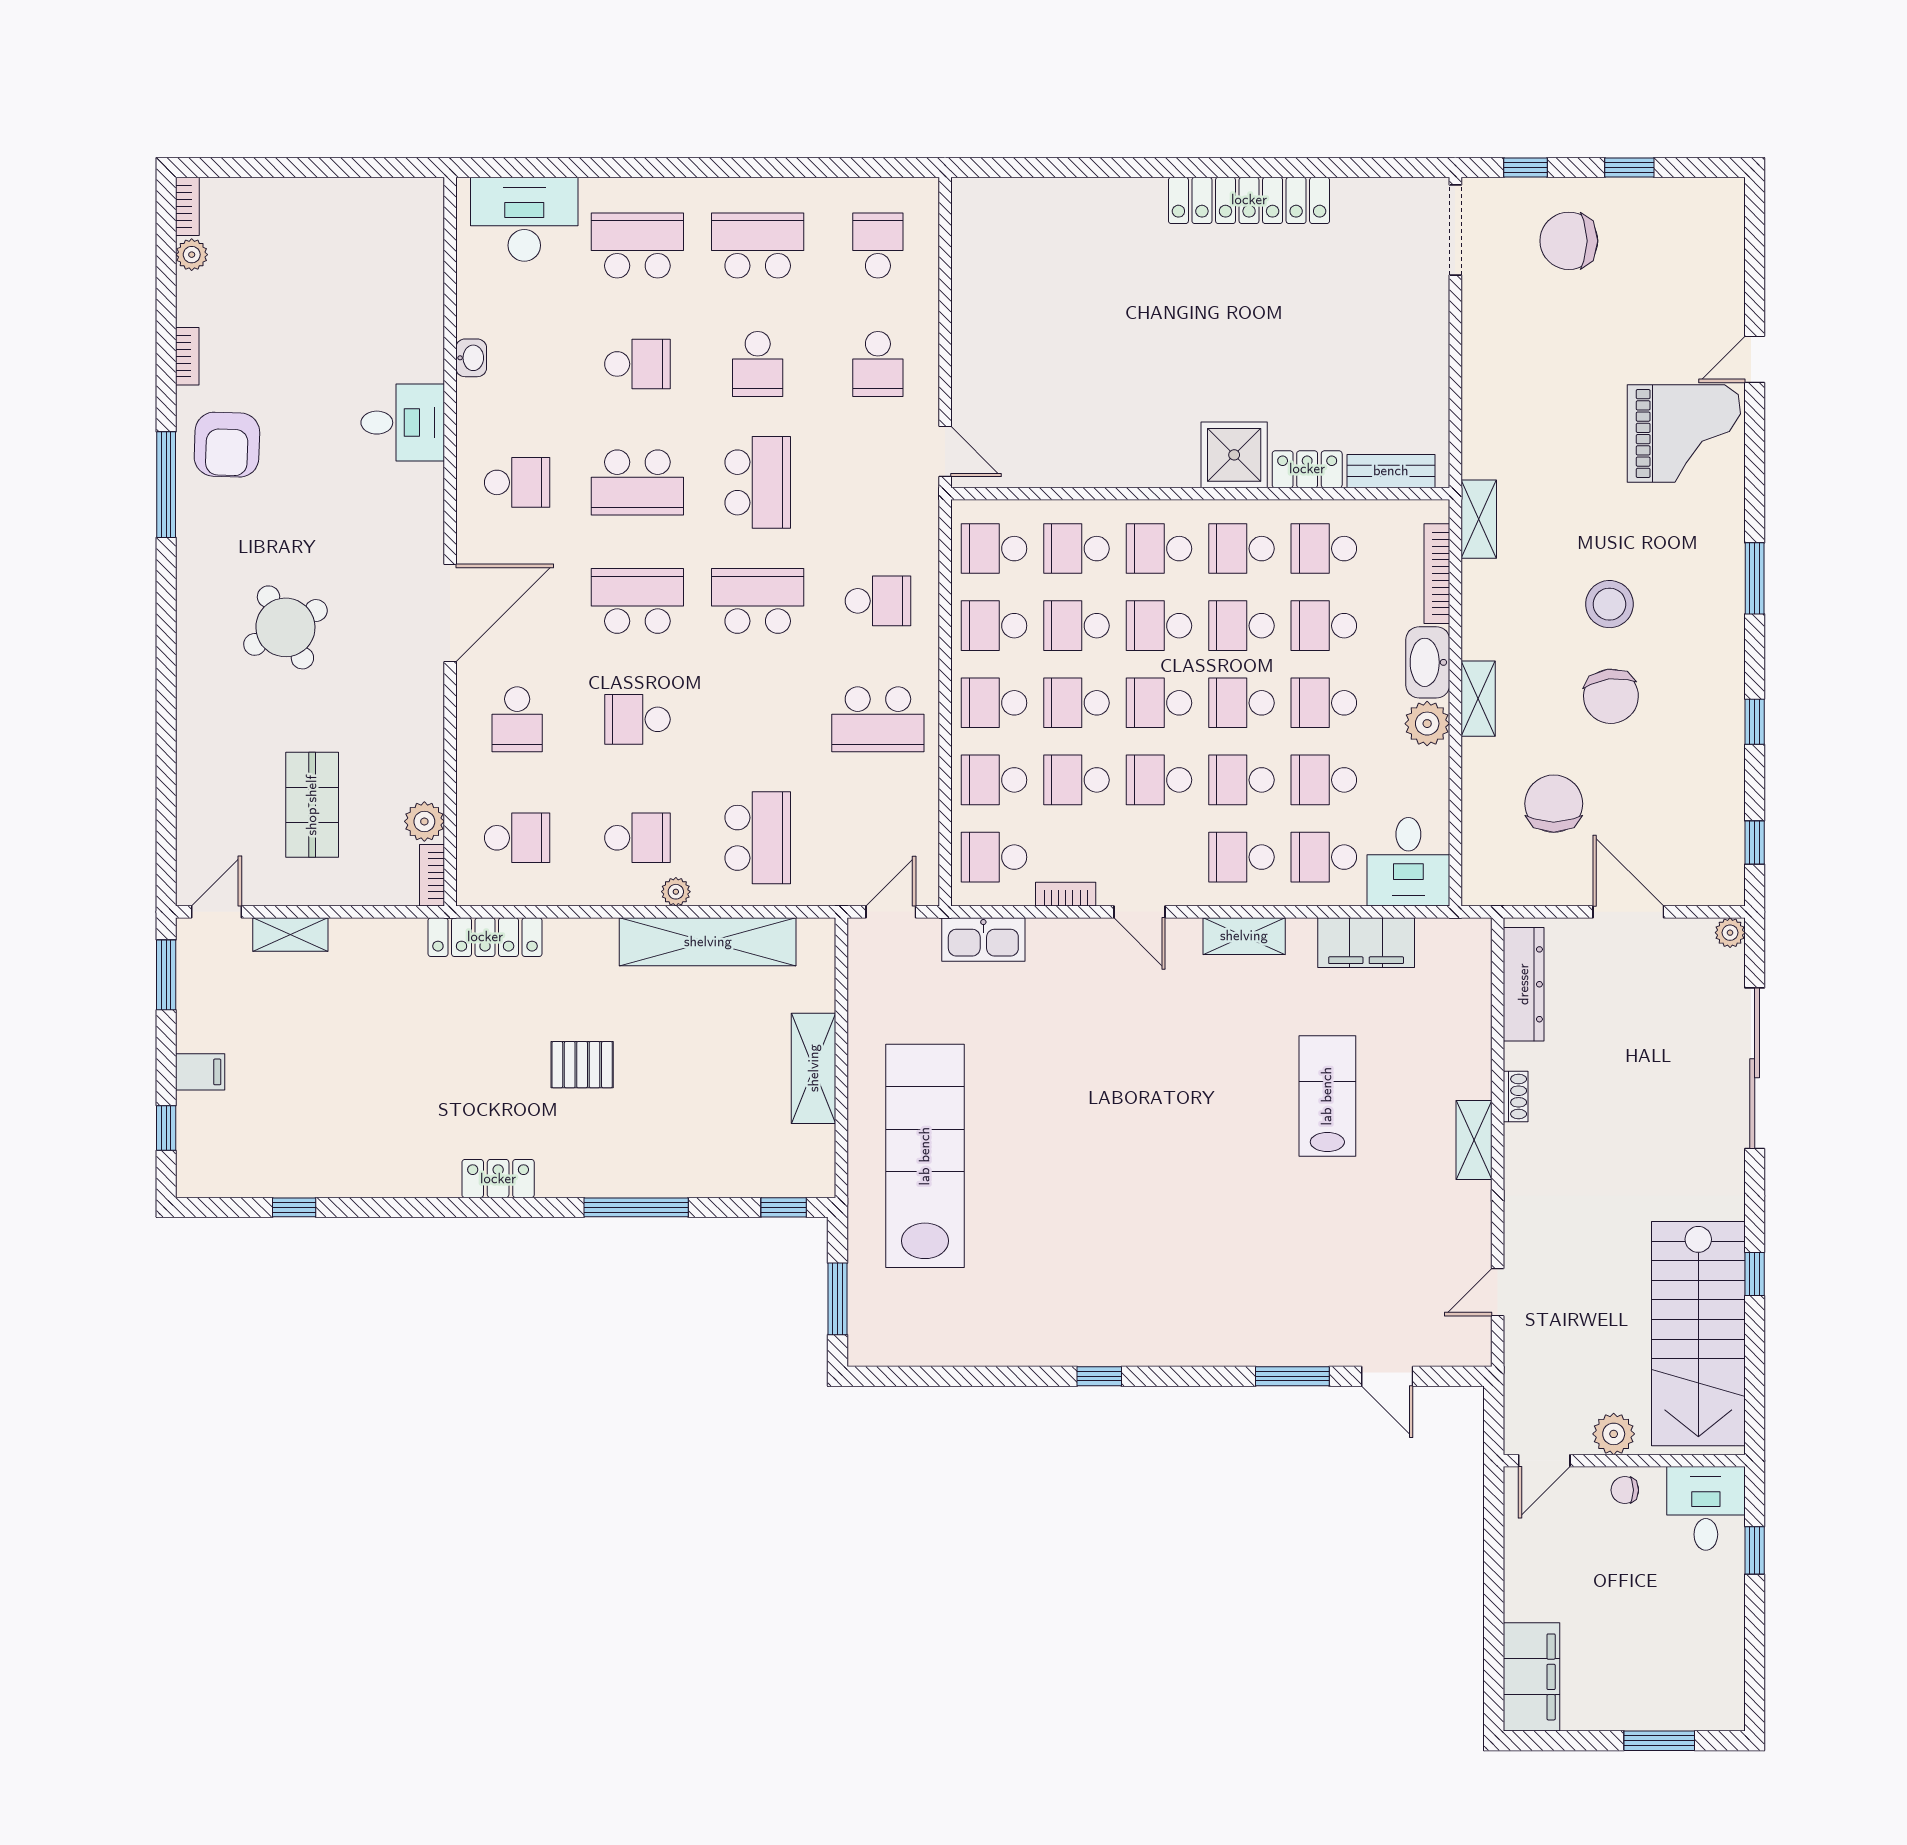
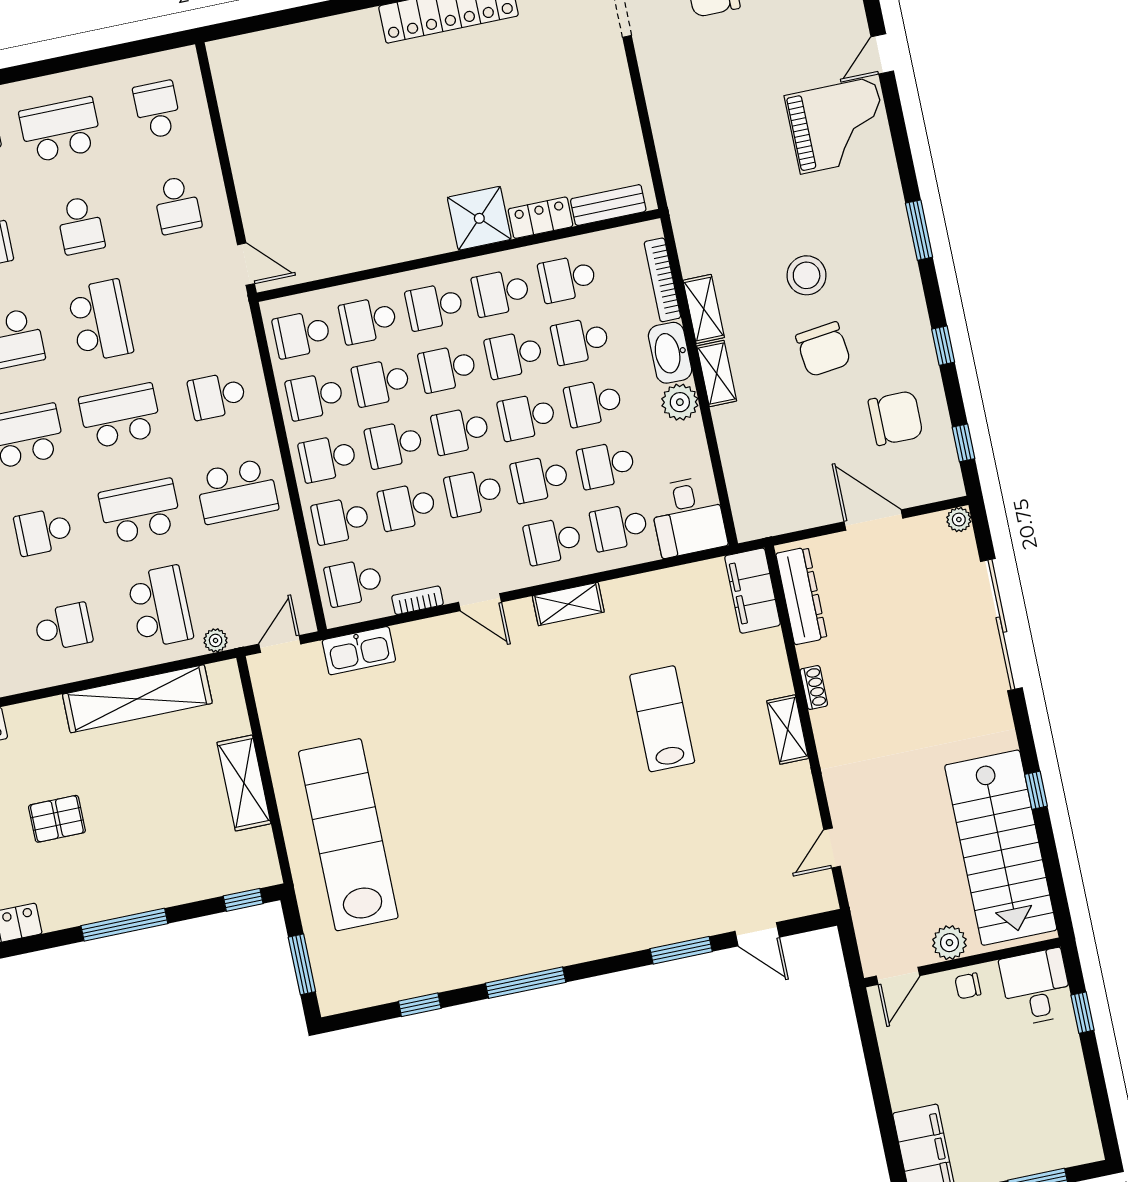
shelving: (1479, 519) -> (704, 309), moved
school desk: (878, 601) -> (217, 396), turned 180
school desk: (758, 719) -> (140, 511), added
chair: (1554, 804) -> (896, 418), moved, turned 90
plant: (676, 892) -> (216, 640), moved
filing cabinet: (1366, 943) -> (752, 591), moved, turned 90
window: (968, 1376) -> (420, 1005), added
window: (1099, 1376) -> (526, 983), width x2.17

